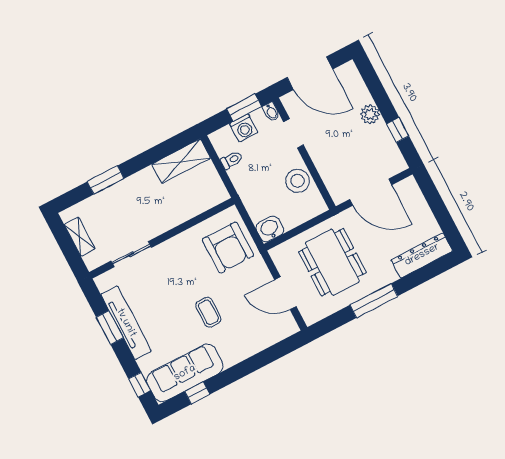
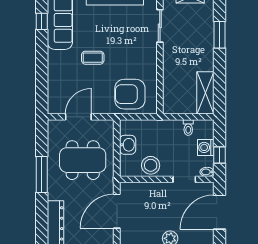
window: (244, 108) -> (219, 155), width x0.67
washbasin: (270, 229) -> (128, 145), moved

